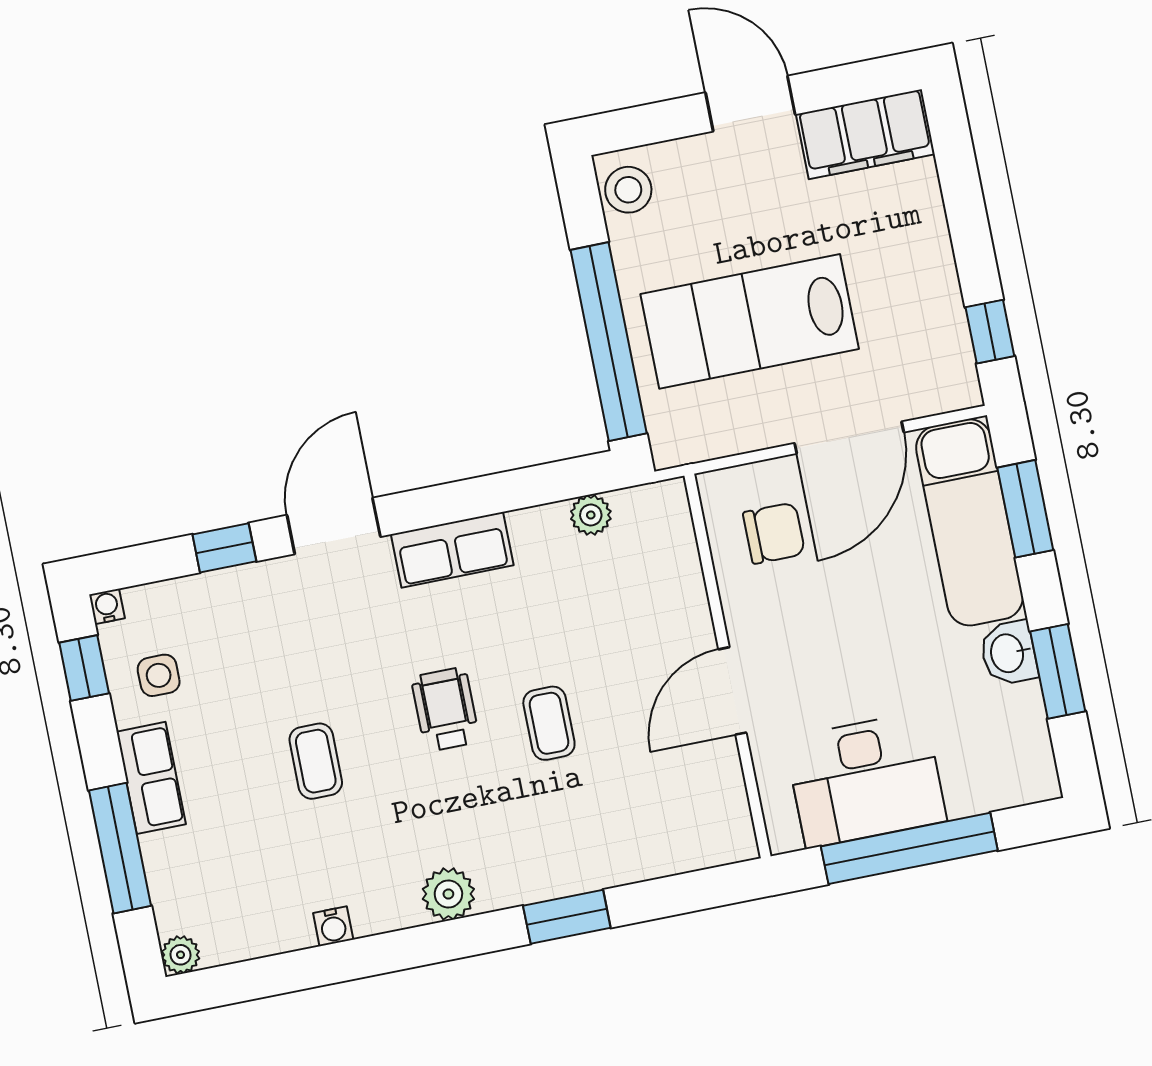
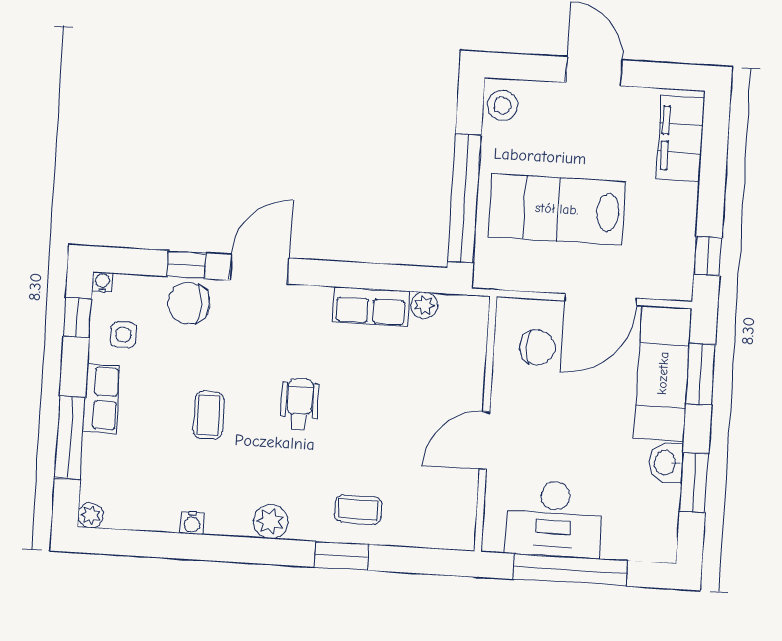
filing cabinet: (865, 134) -> (680, 139), moved, turned 90
row of seats: (452, 550) -> (371, 307), moved
chair: (243, 604) -> (189, 303), added
coffee table: (549, 723) -> (358, 509), moved, turned 90

